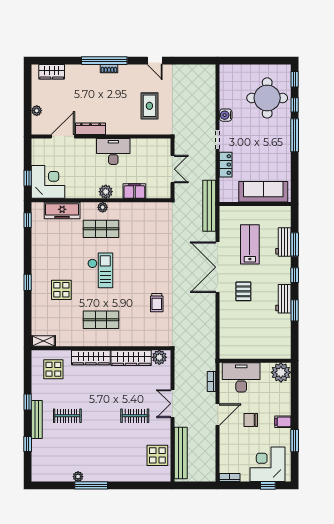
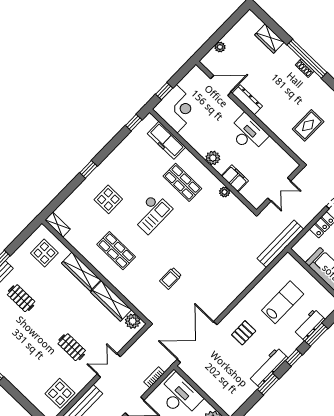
wardrobe: (52, 72) -> (269, 39), moved
plant: (103, 207) -> (225, 192), moved
double door: (218, 267) -> (197, 342), moved
workbench: (283, 299) -> (268, 367), width x1.38

